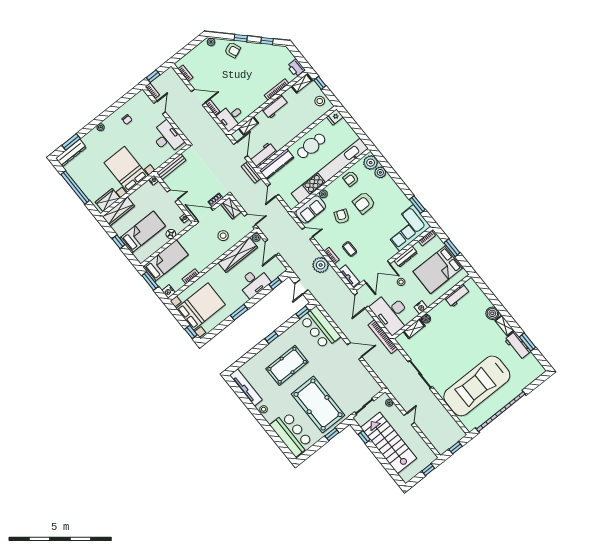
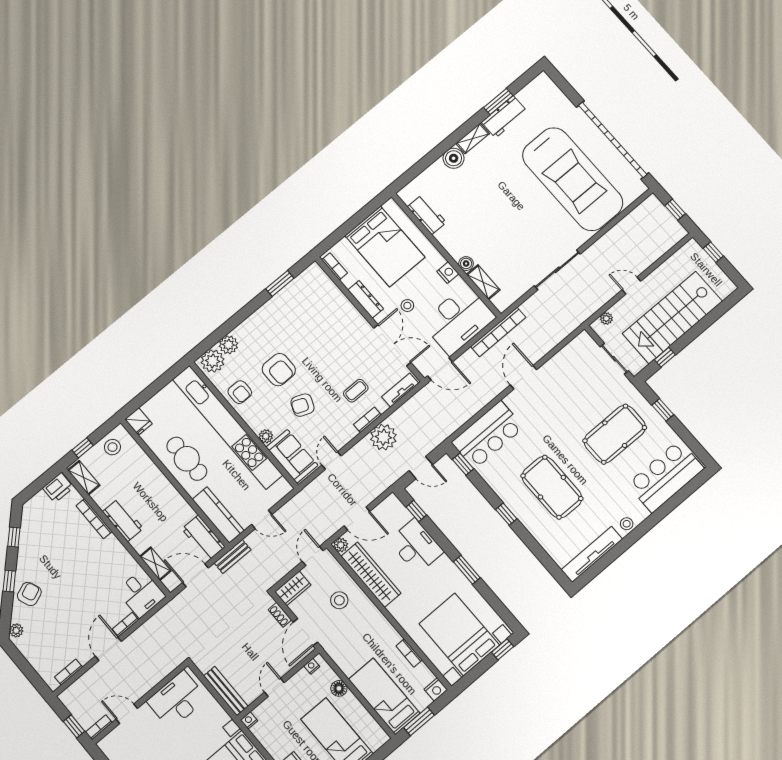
corner sofa: (407, 228) -> (319, 300), removed
window: (452, 248) -> (349, 226), removed
pool table: (318, 405) -> (615, 434), width x0.73, depth x0.76

